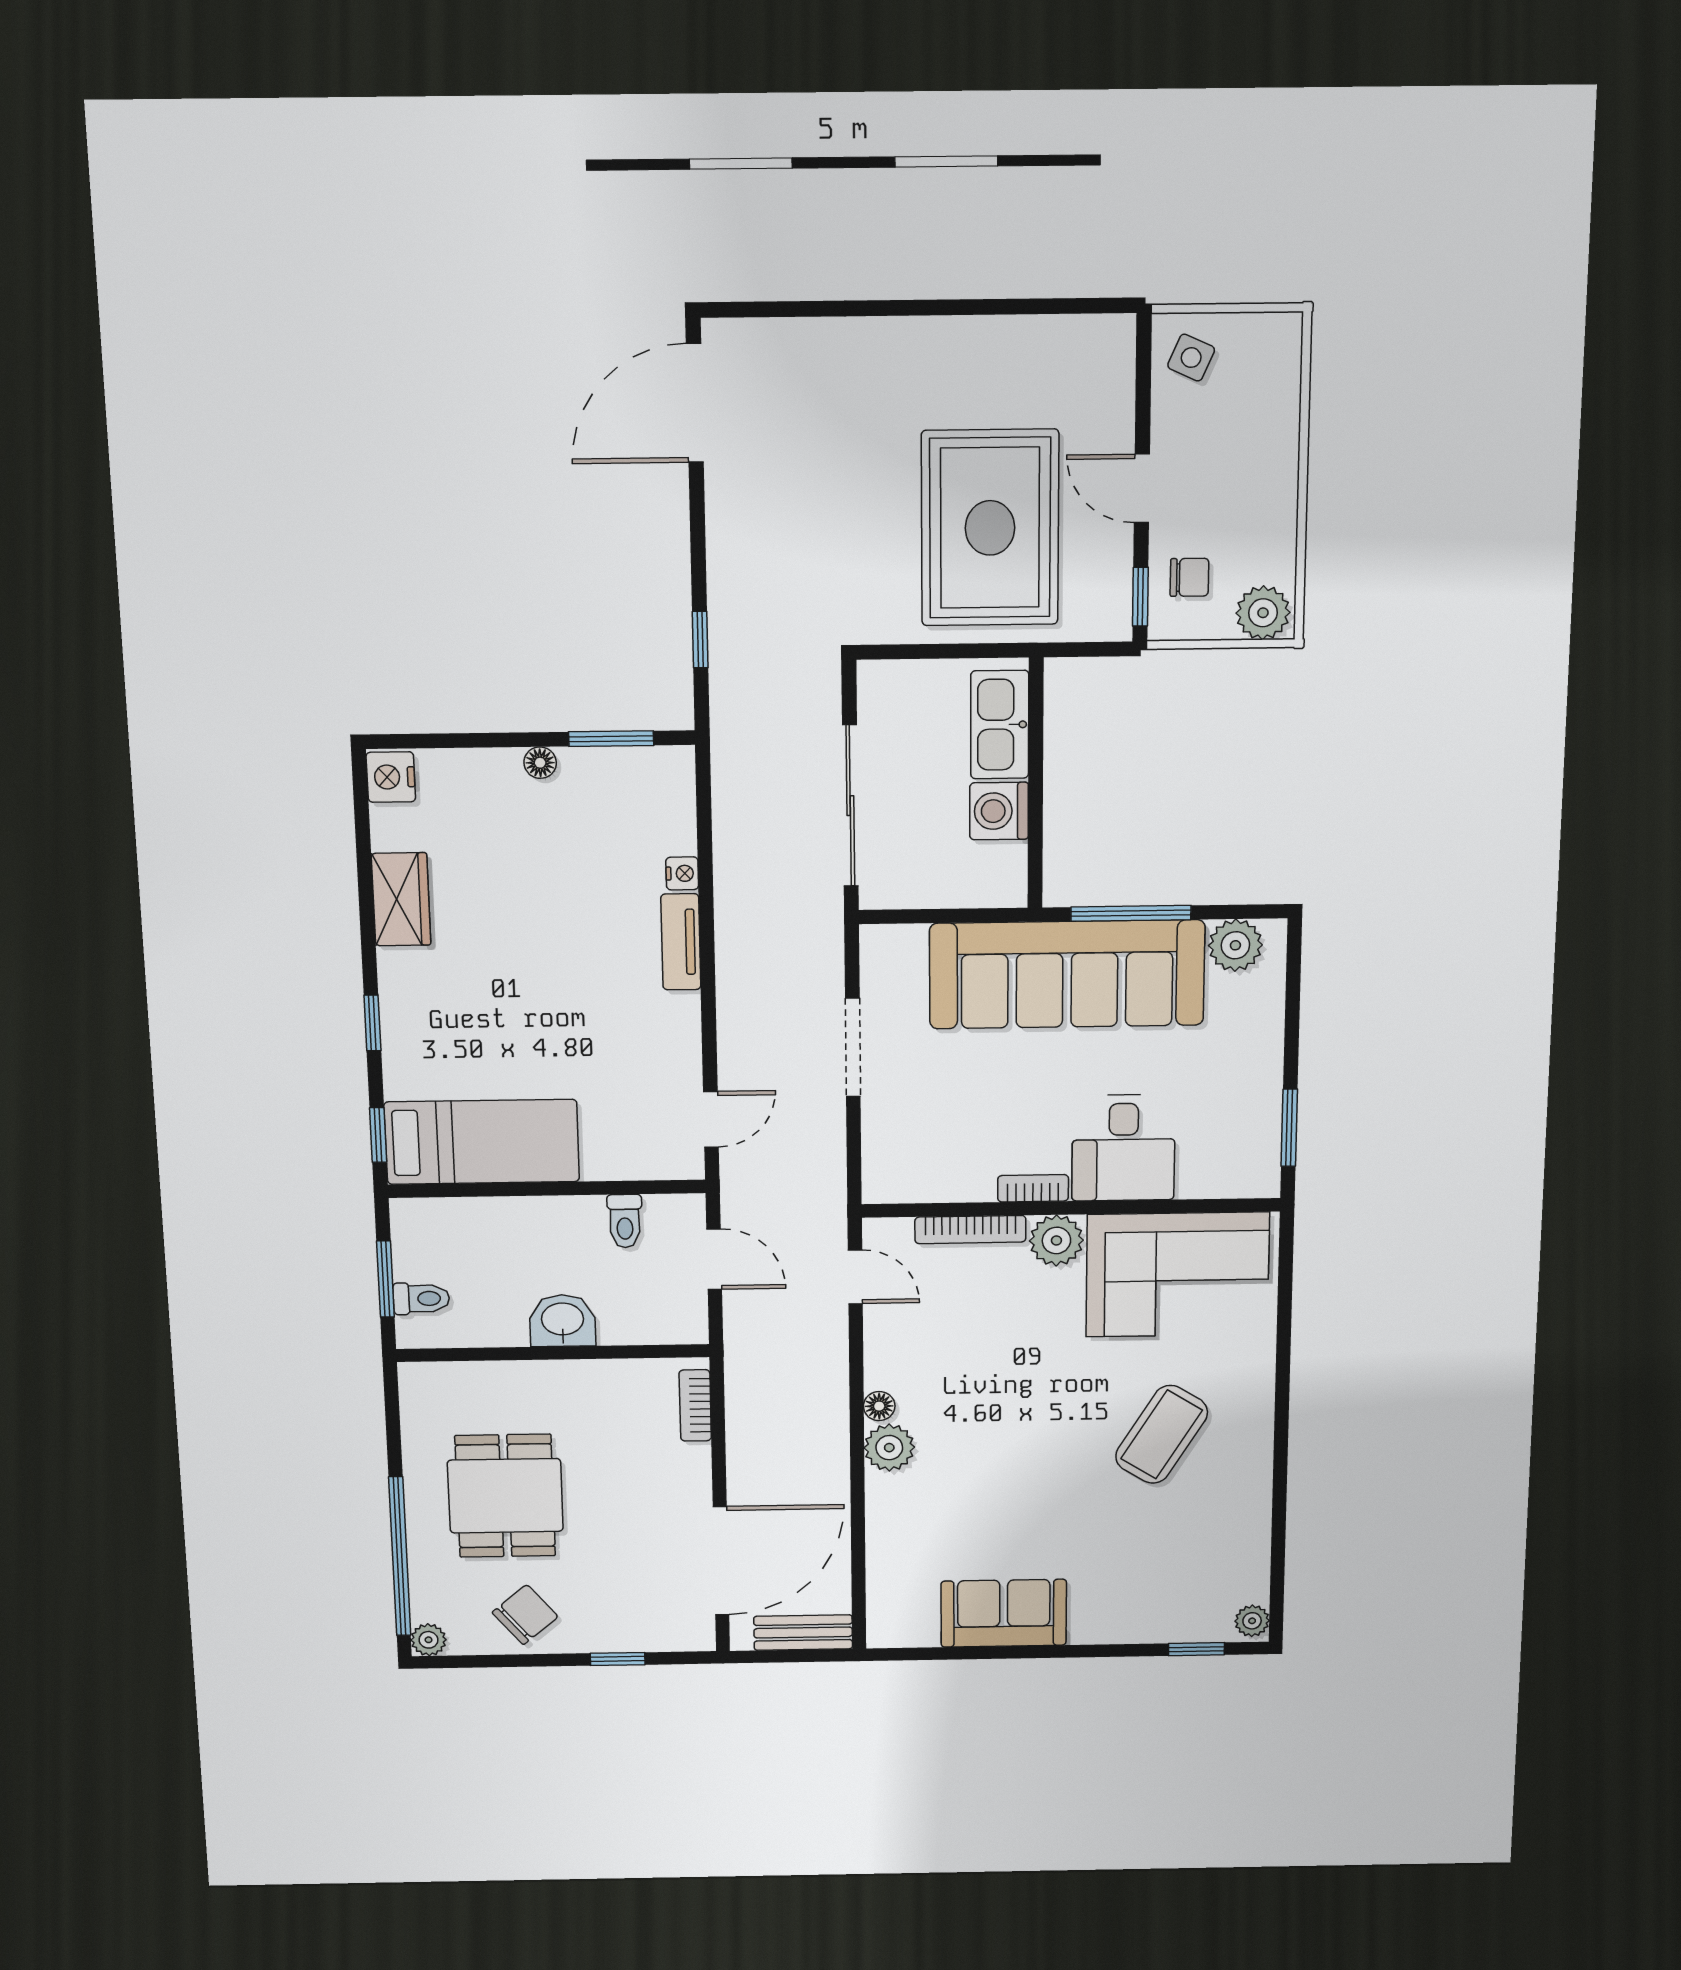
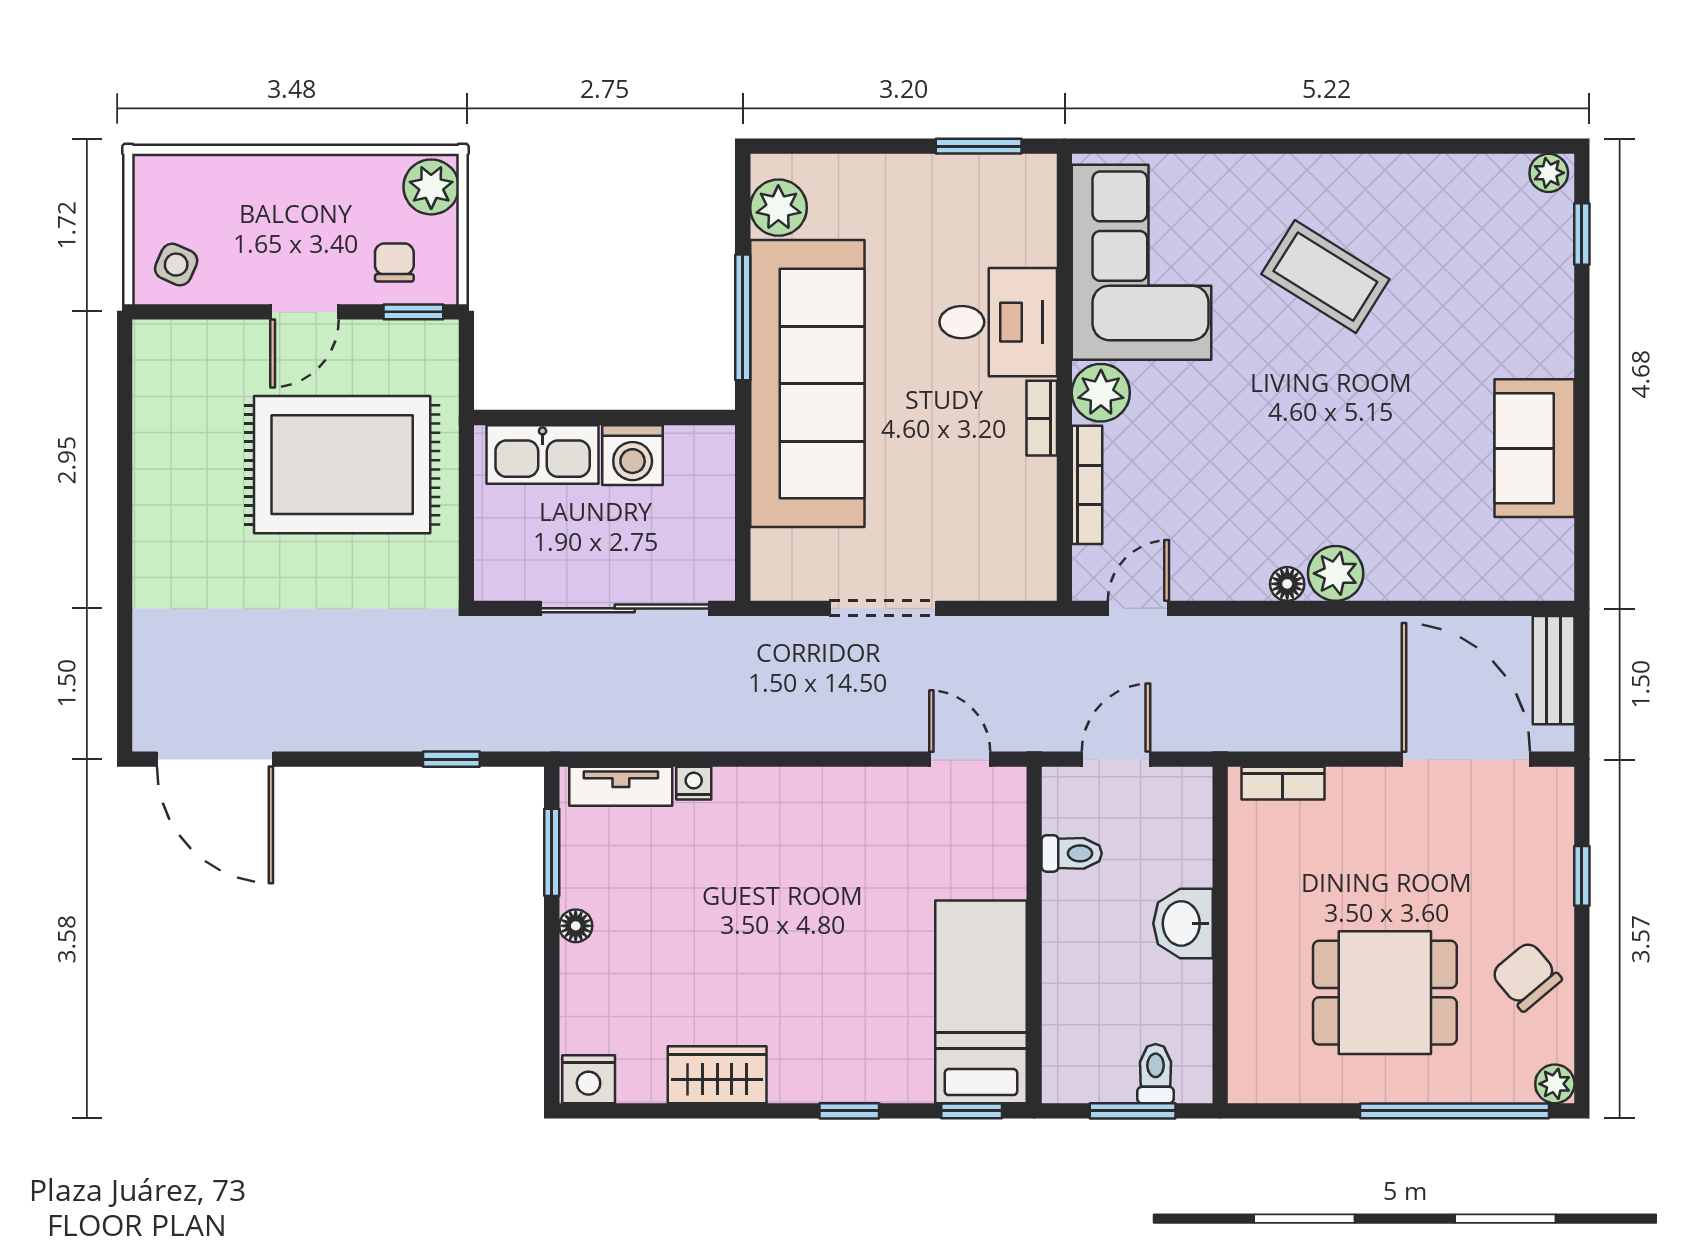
tv unit: (681, 942) -> (621, 786), moved

